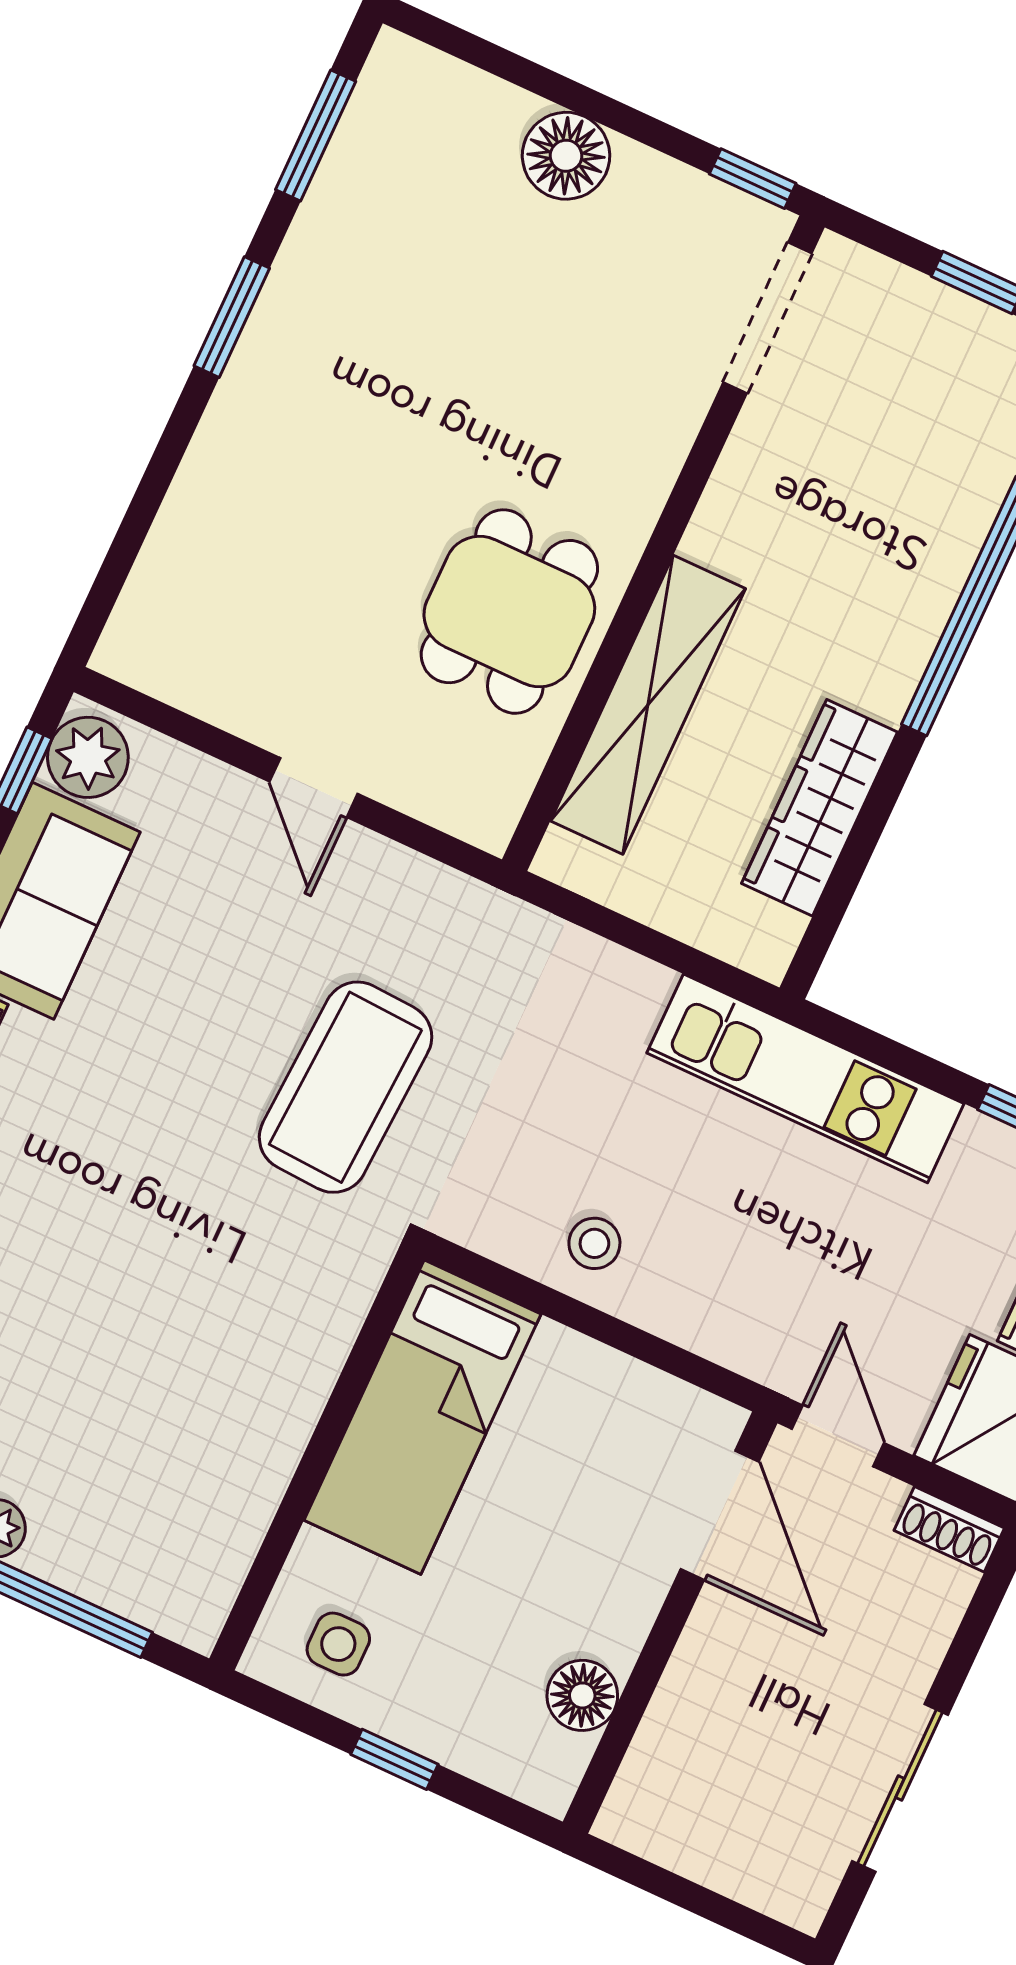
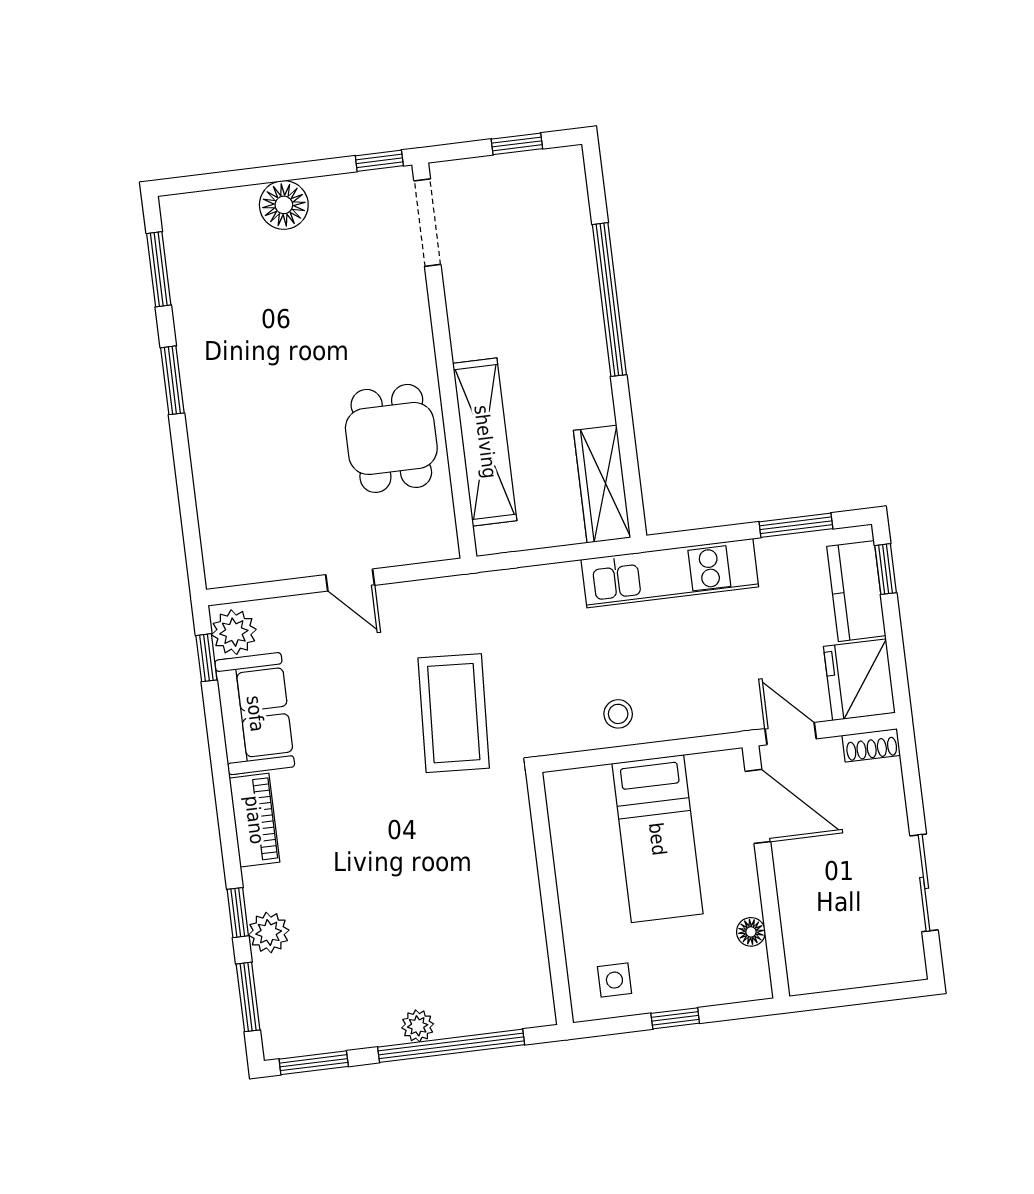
wardrobe: (820, 808) -> (602, 484), moved
bed: (422, 1417) -> (657, 839), moved
floor lamp: (582, 1695) -> (751, 932), width x0.73, depth x0.73

